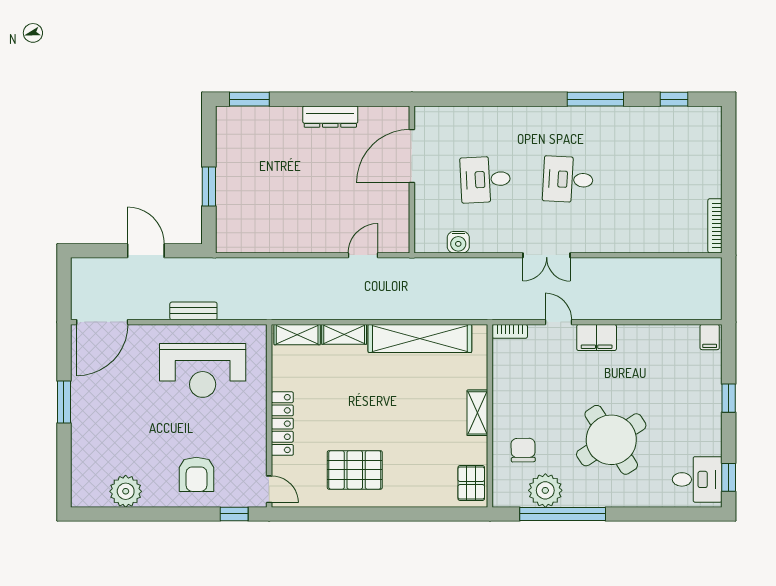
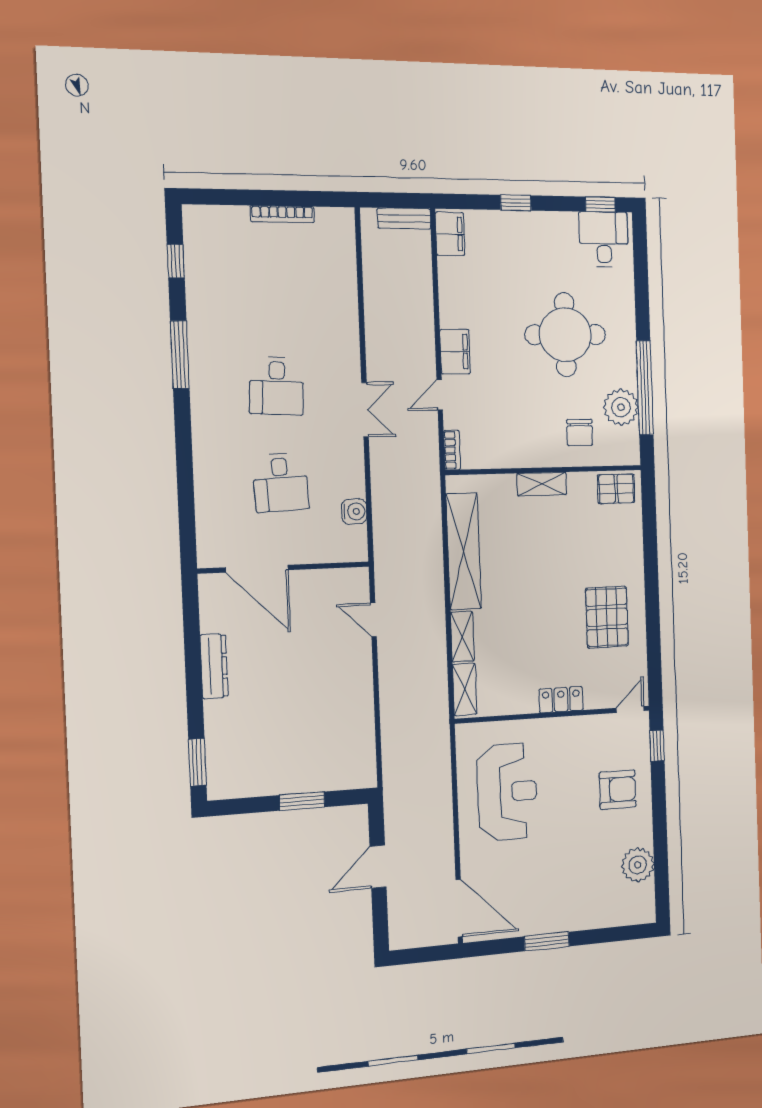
bookcase: (715, 226) -> (282, 214), moved
bench: (193, 311) -> (404, 218), moved, turned 90
filing cabinet: (710, 337) -> (450, 234), width x2.00
locker: (282, 424) -> (561, 700), width x0.66
round table: (611, 440) -> (565, 335), turned 33
chair: (523, 450) -> (580, 432), turned -89

